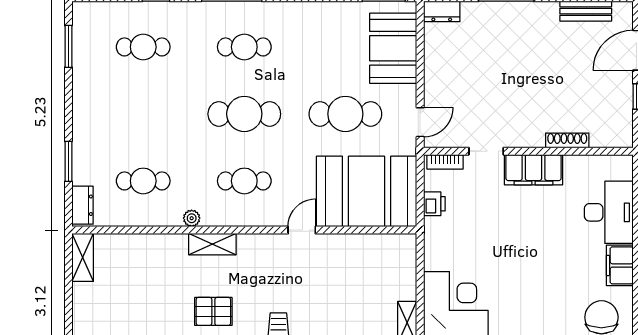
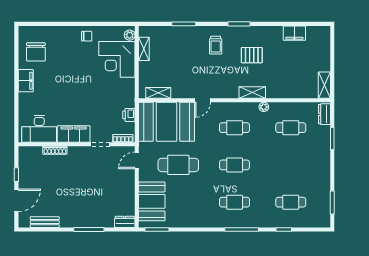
cafe table: (244, 114) -> (235, 165), width x0.73, depth x0.74
desk: (609, 212) -> (39, 129), moved, turned -90
shelving: (381, 244) -> (158, 93), added

